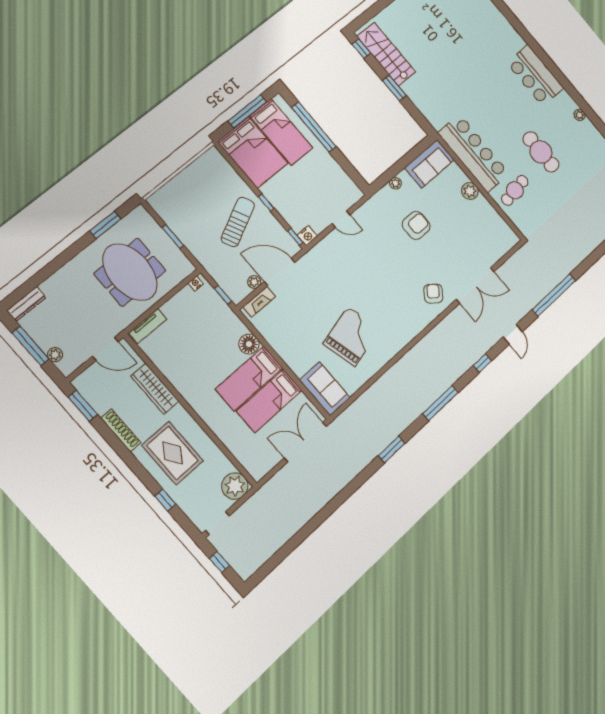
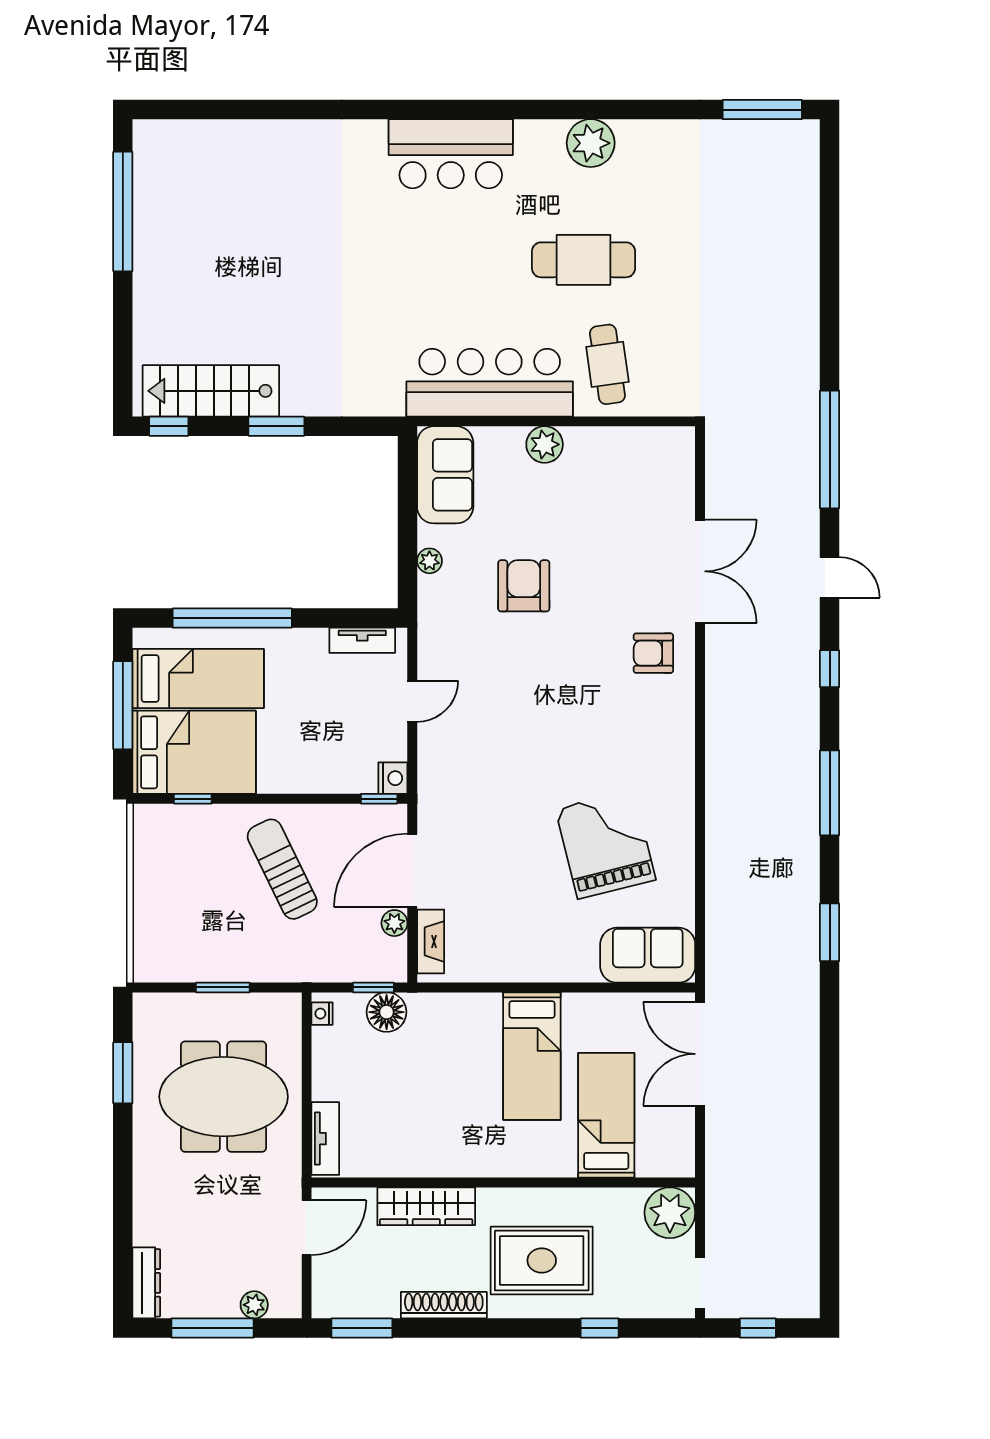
plant: (579, 115) -> (591, 143), width x1.88, depth x1.88
tv unit: (347, 182) -> (362, 640), added
window: (266, 203) -> (193, 799), moved
armchair: (433, 294) -> (653, 653), turned -37
floor lamp: (249, 344) -> (387, 1012), moved
bed: (269, 401) -> (606, 1115), moved, turned 180

